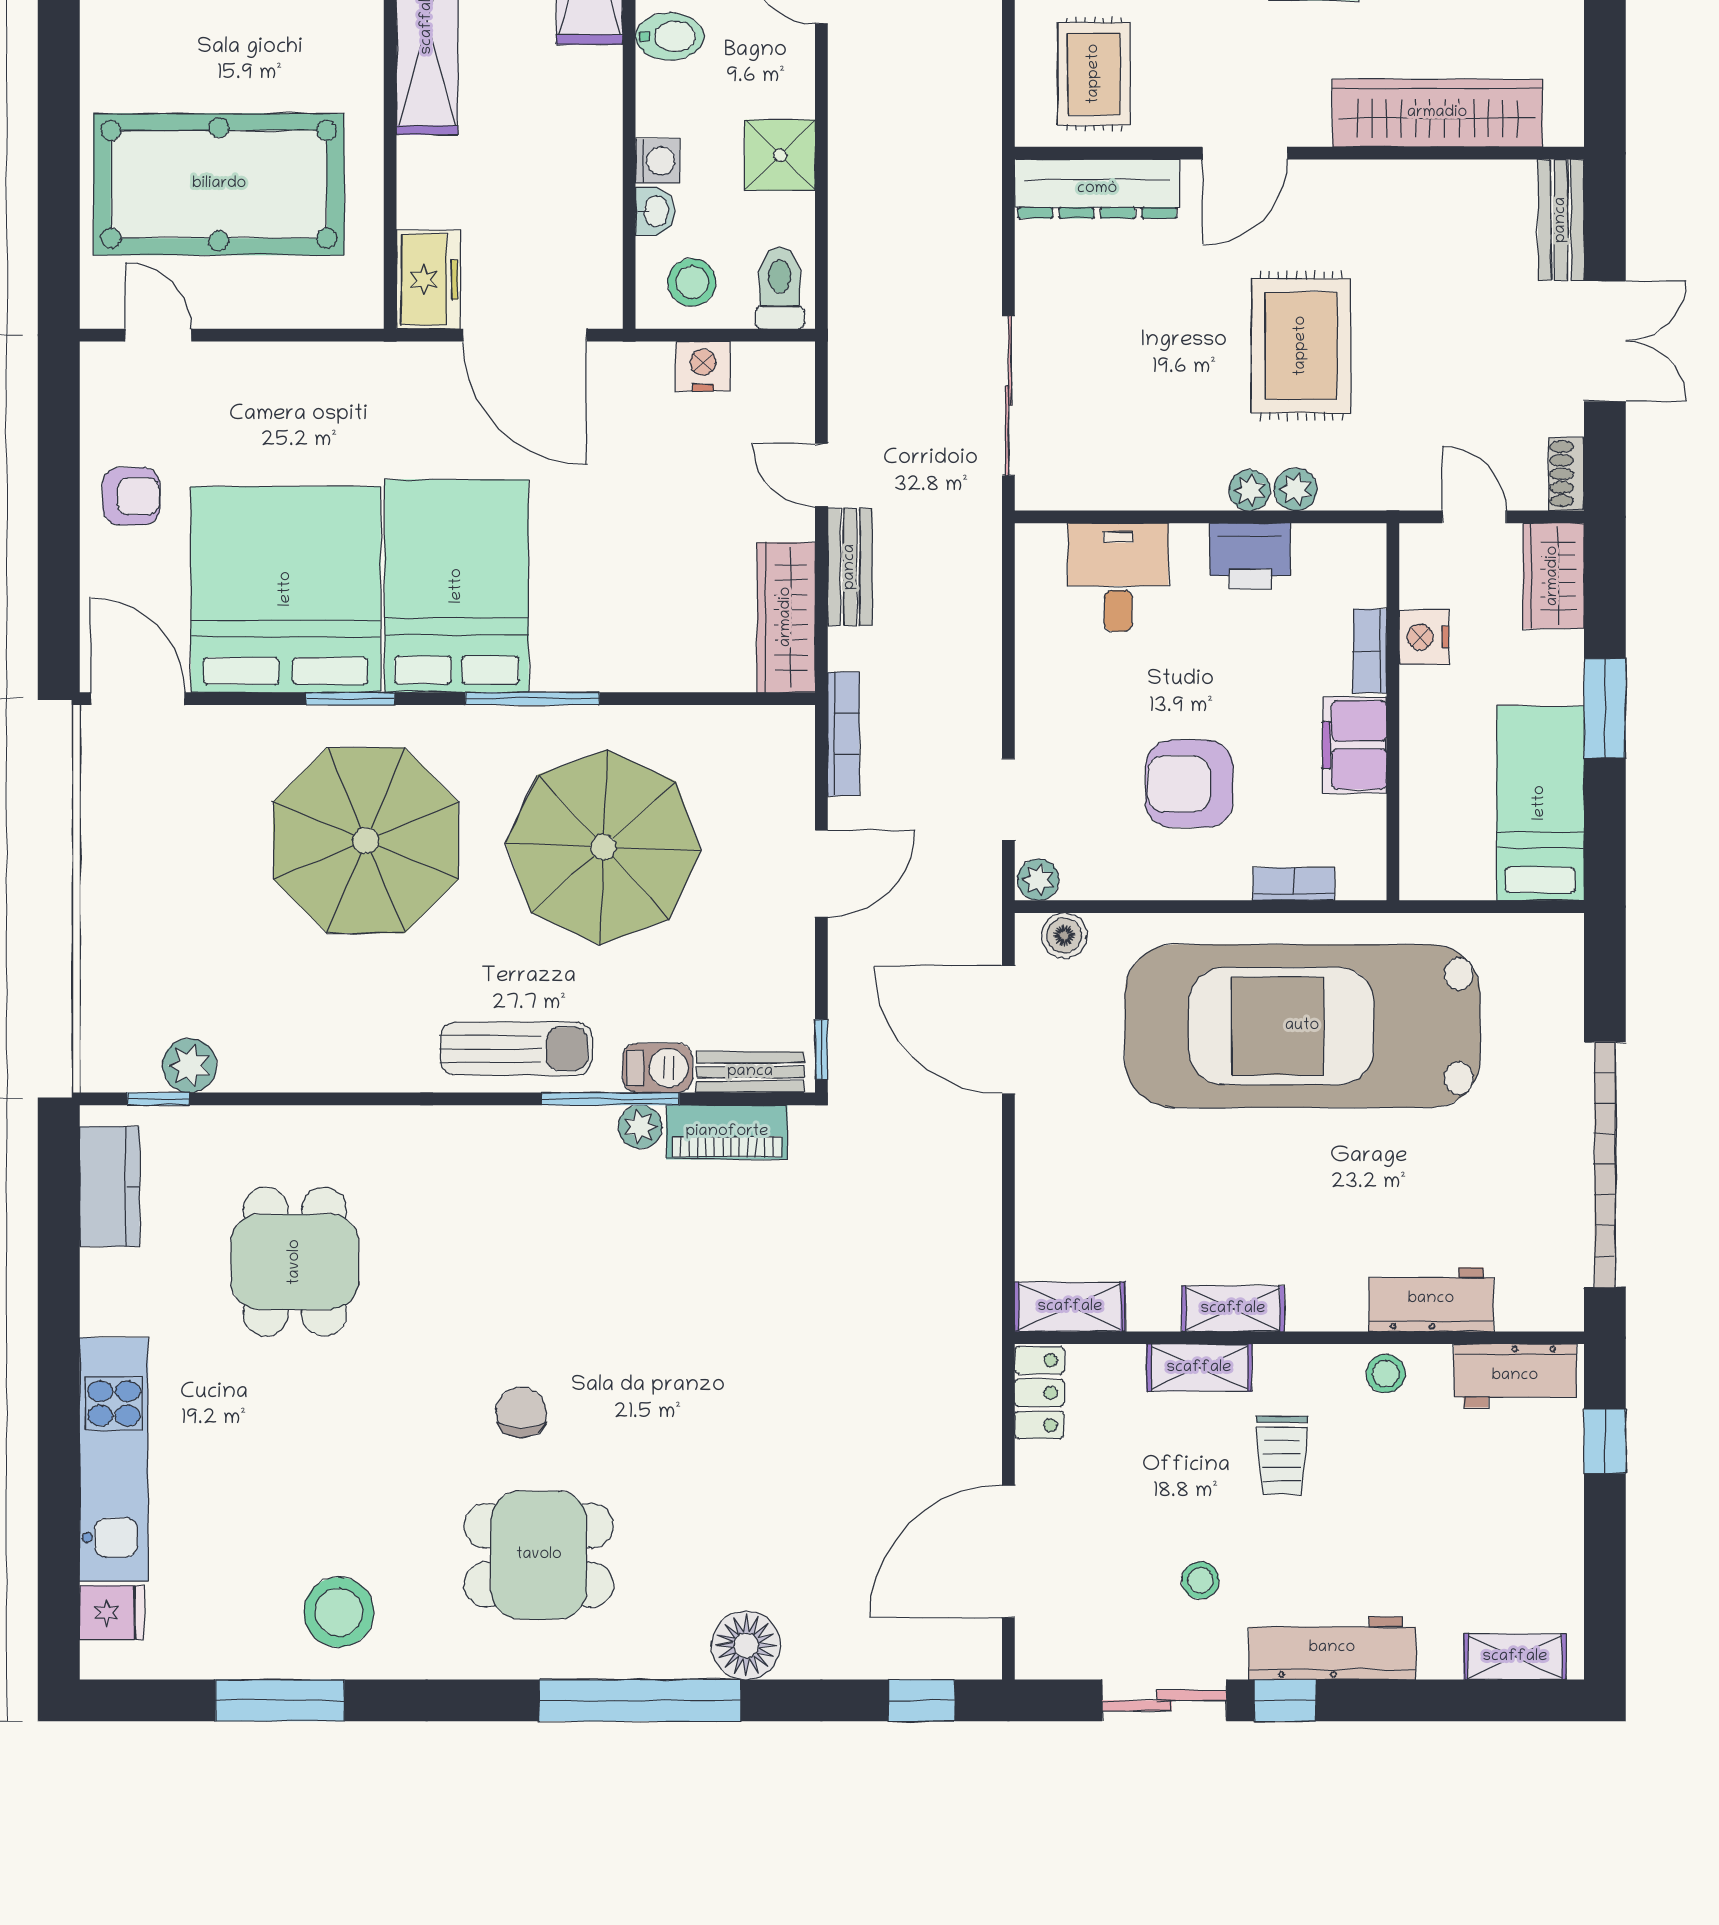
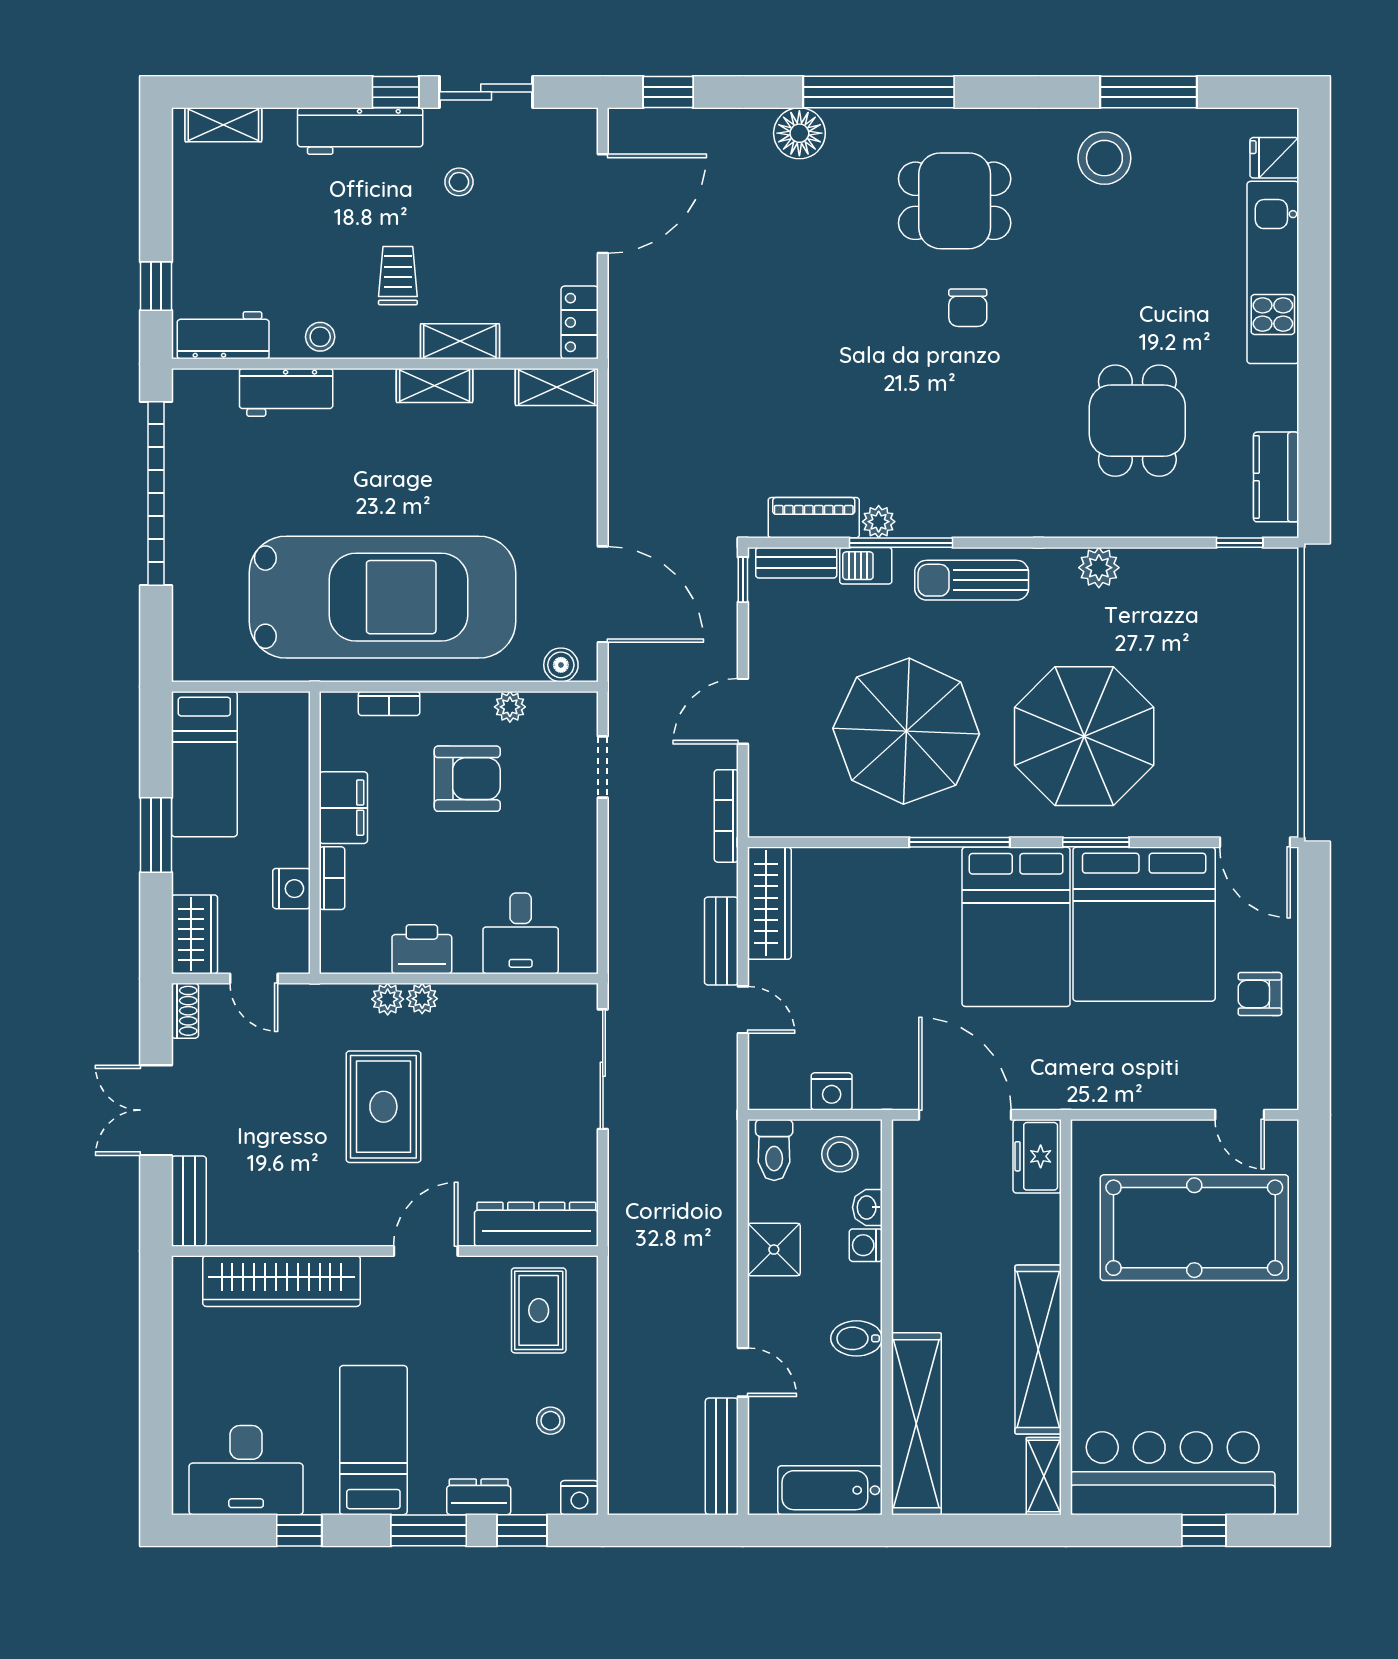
plant: (1038, 880) -> (510, 707), moved
plant: (190, 1065) -> (1099, 568), moved

